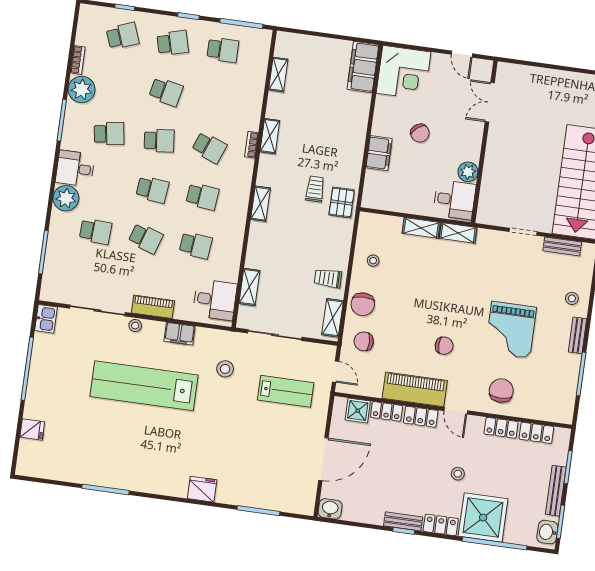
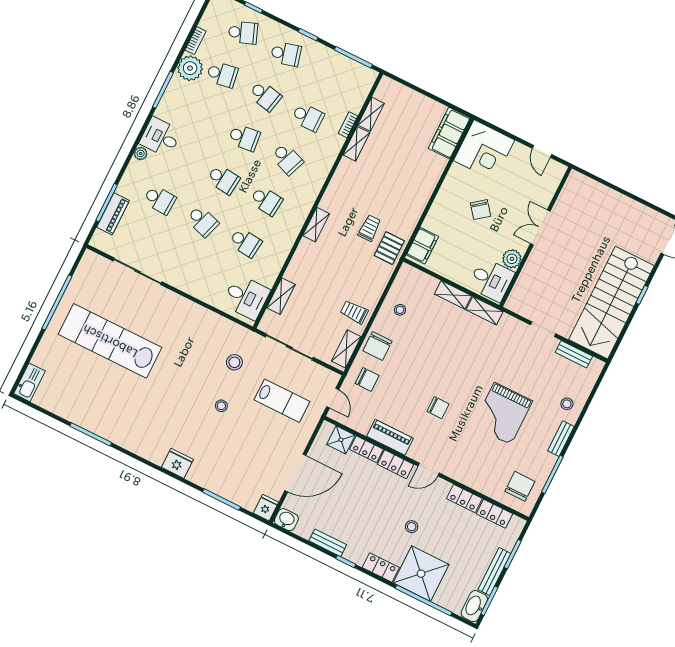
school desk: (223, 50) -> (308, 117), moved
double door: (490, 102) -> (540, 227), moved
school desk: (109, 134) -> (222, 74), moved
shelving: (270, 136) -> (356, 144), moved
bookcase: (252, 145) -> (348, 125), moved
filing cabinet: (379, 153) -> (422, 246), moved
plant: (66, 198) -> (141, 153), width x0.53, depth x0.53
piano: (153, 307) -> (113, 214), moved, turned 90
kitchen sink: (46, 319) -> (29, 382), moved, width x1.38
stool: (135, 326) -> (221, 406), moved
filing cabinet: (180, 334) -> (204, 317), removed
chair: (364, 341) -> (367, 379), turned 180
lab bench: (144, 386) -> (110, 341), moved
piano: (415, 389) -> (390, 437), width x0.73, depth x0.75
chair: (501, 391) -> (520, 486), moved
door: (456, 411) -> (429, 470), hinge flipped
fridge: (32, 429) -> (266, 508), moved, turned -90
bench: (403, 521) -> (328, 543), moved
washbasin: (547, 532) -> (474, 606), width x1.38

